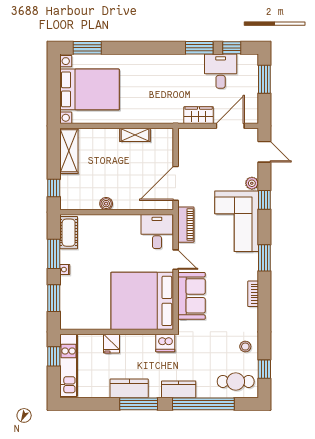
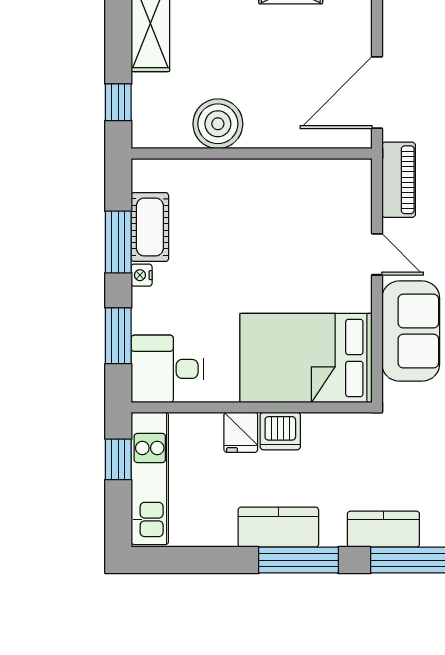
boiler: (106, 204) -> (218, 124), width x1.86, depth x1.86
desk: (157, 232) -> (167, 369), moved, turned -90
cot: (69, 233) -> (150, 227), moved
bed: (142, 301) -> (306, 358), width x0.73
dishwasher: (165, 343) -> (280, 431), moved

